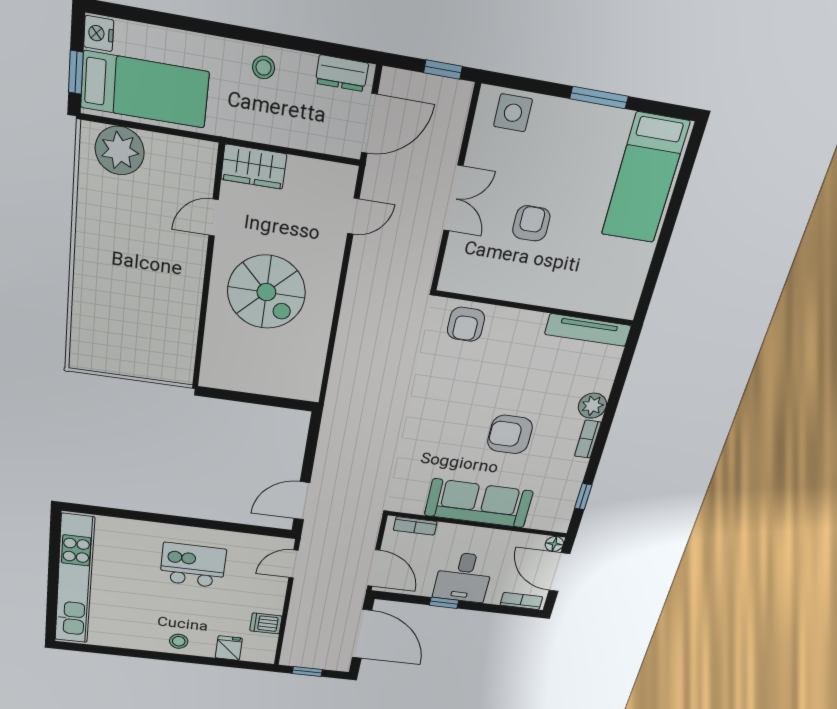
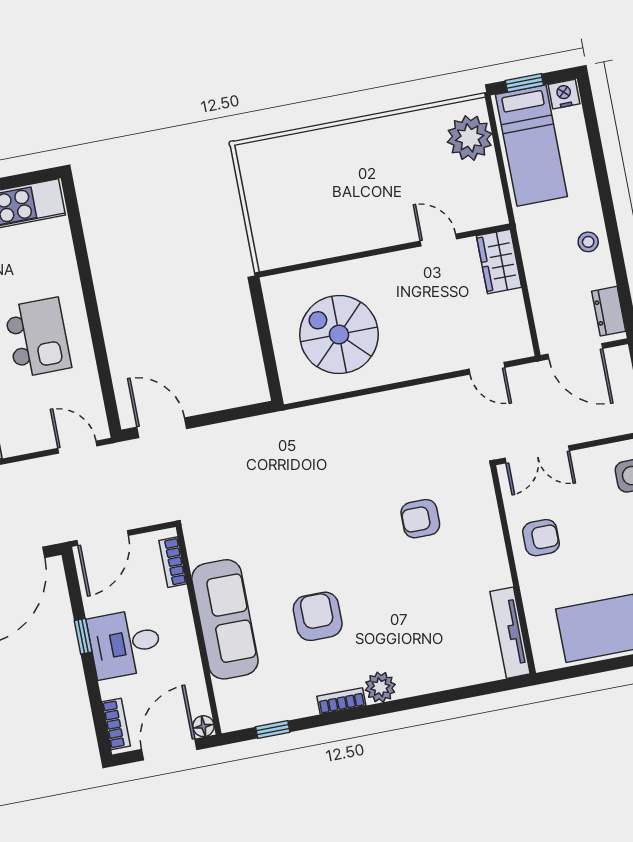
spiral stairs: (266, 292) -> (339, 335), moved, turned 90
wall: (535, 308) -> (513, 570), moved
tv unit: (588, 330) -> (510, 633), moved

